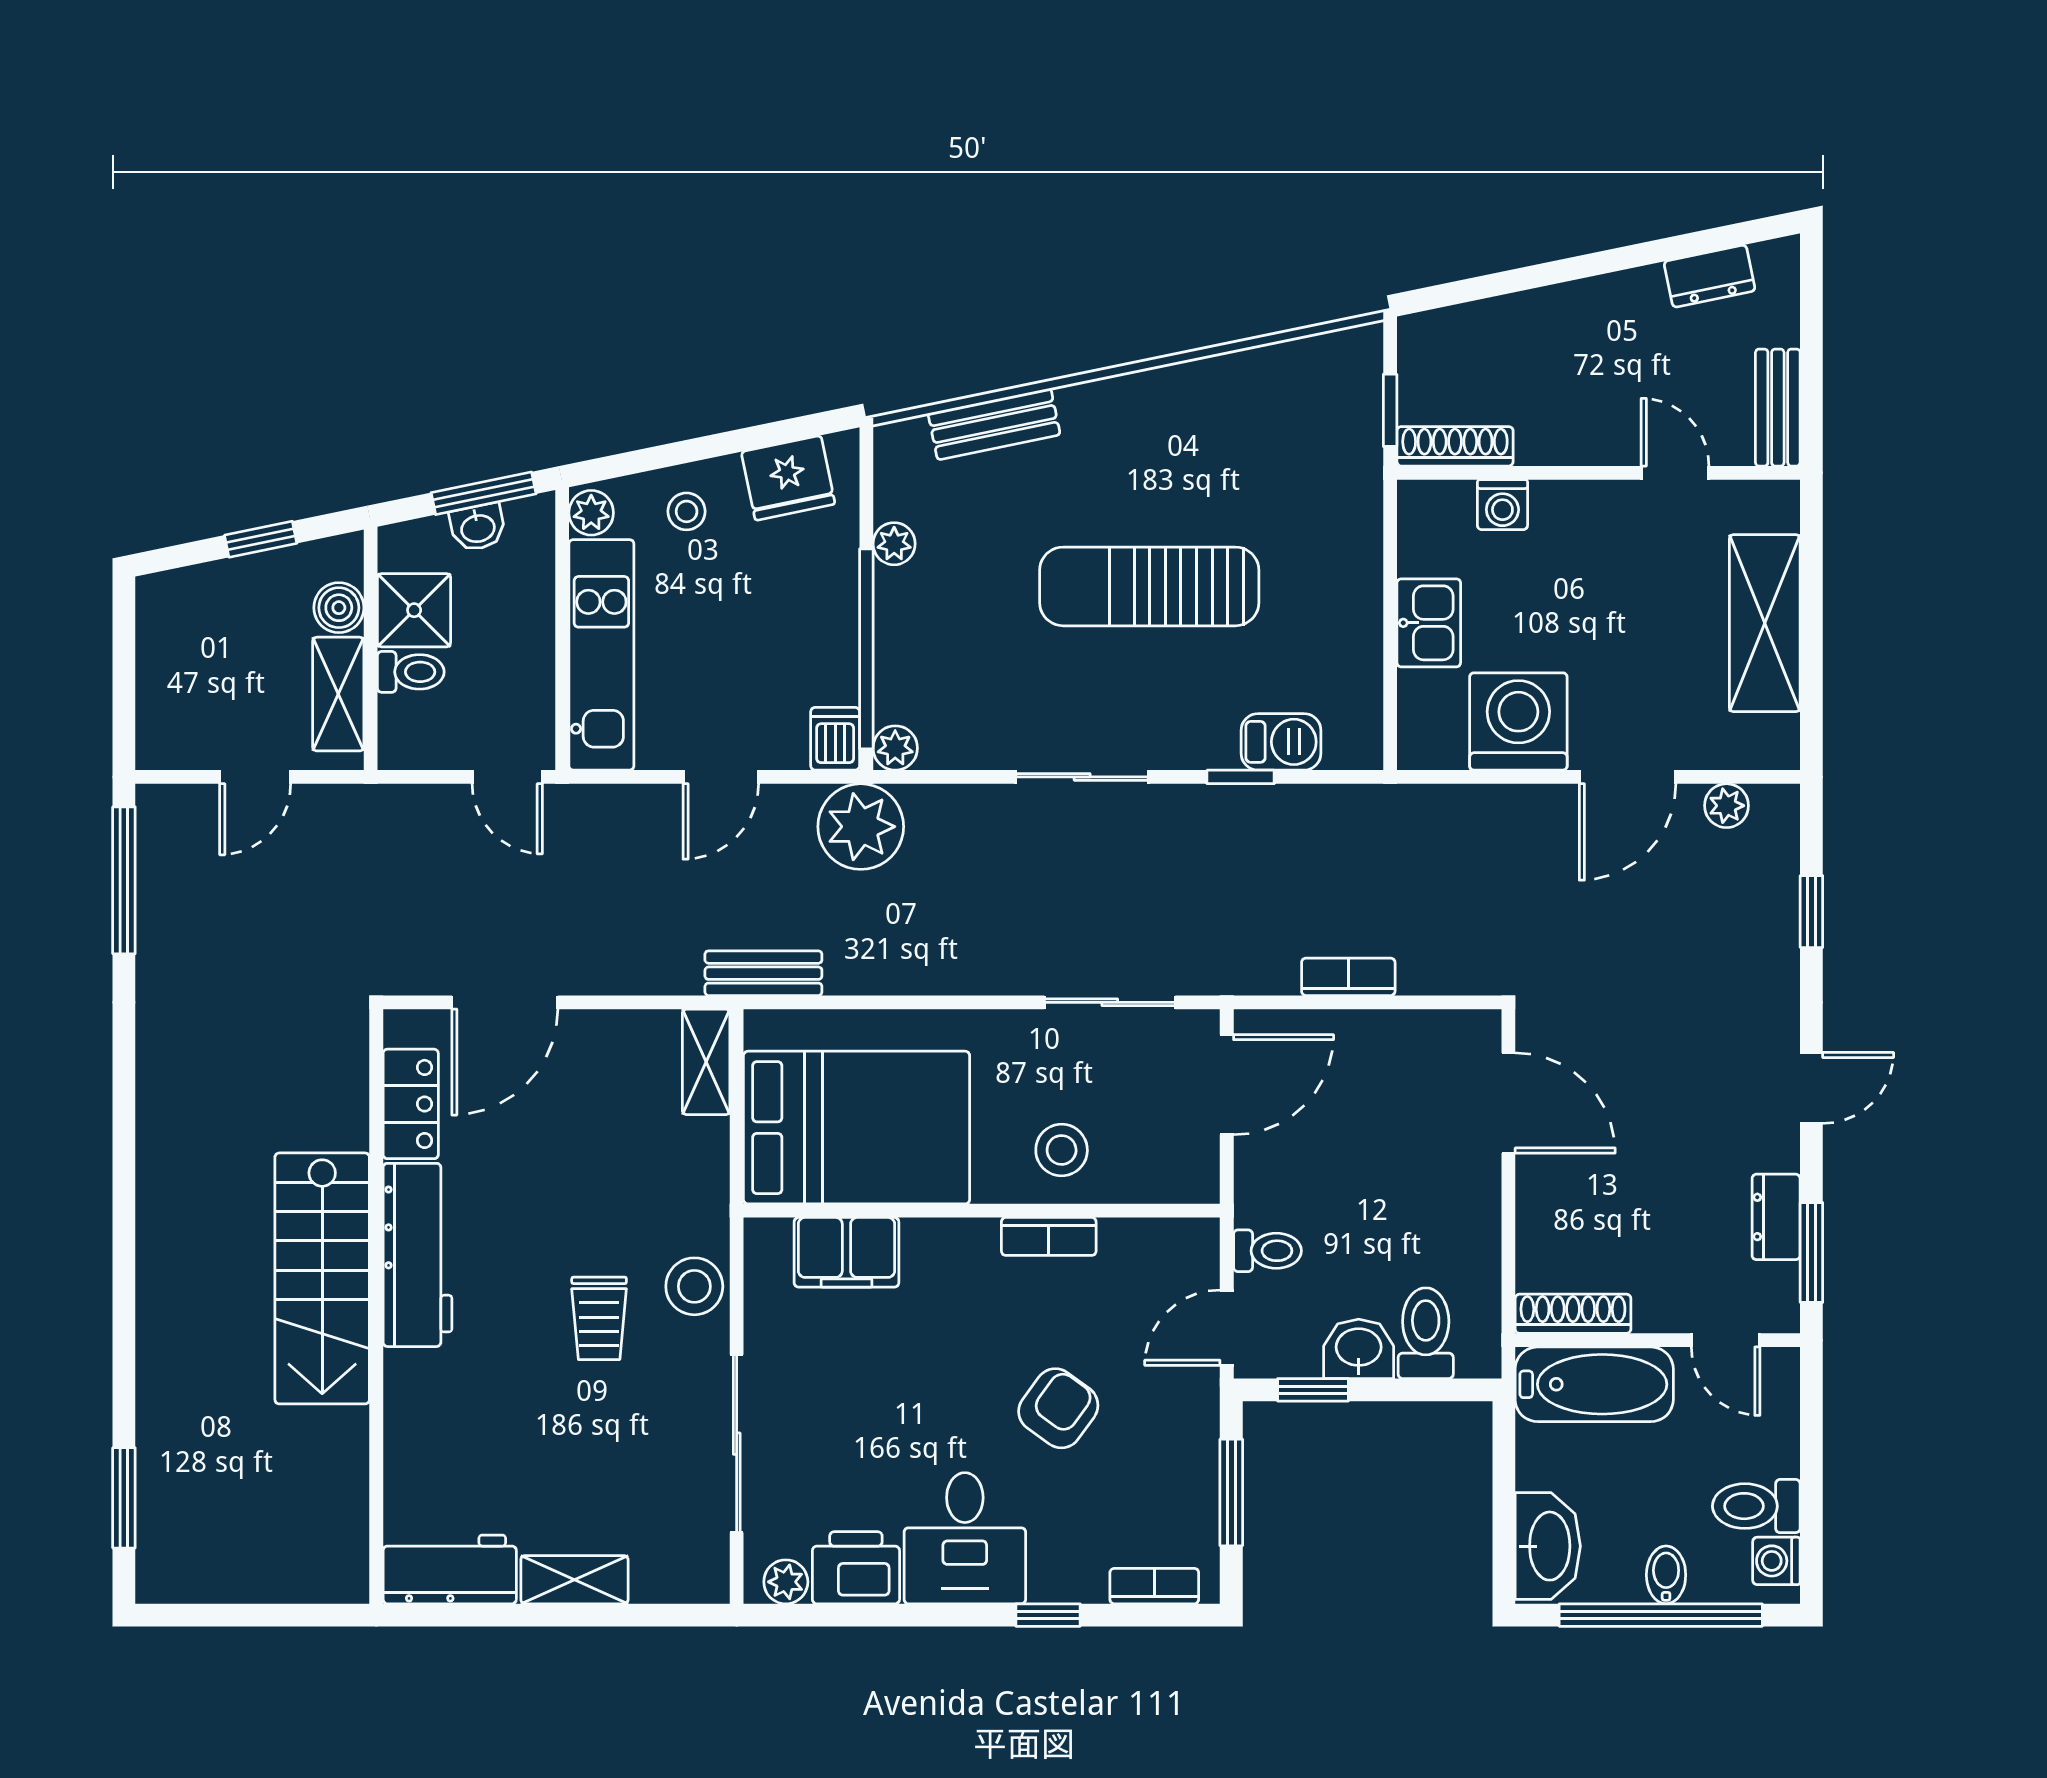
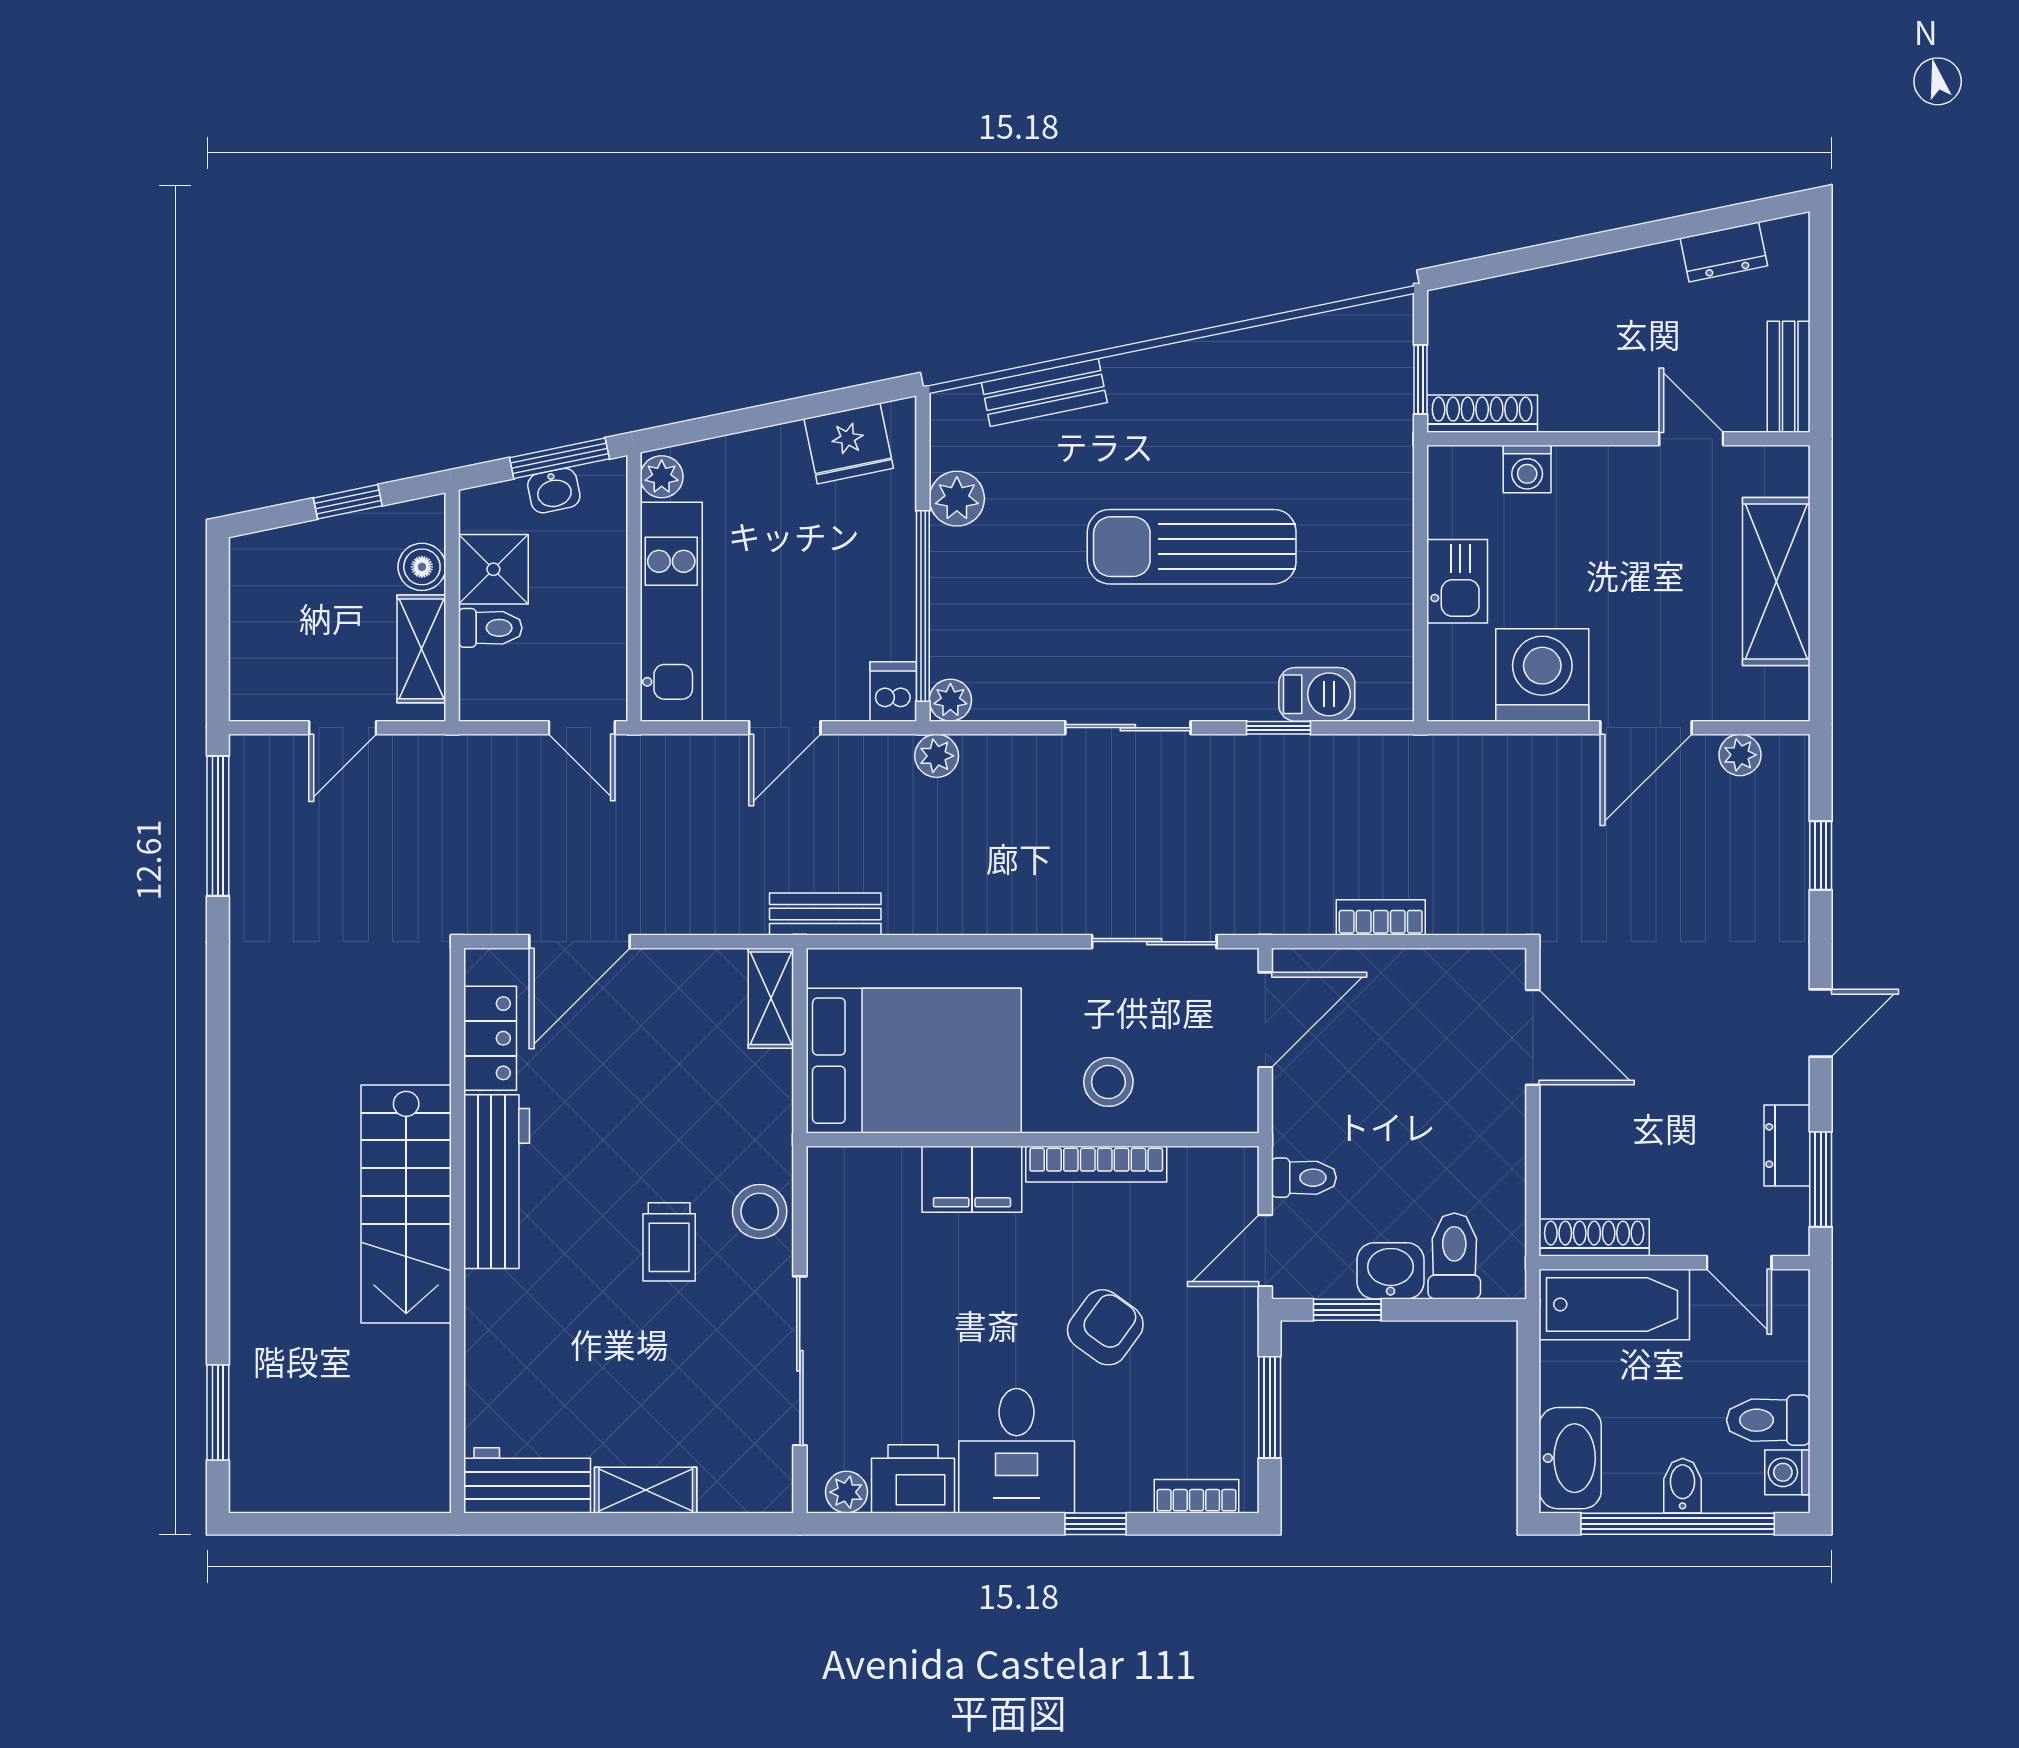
stool: (687, 511) -> (752, 475), removed
plant: (894, 544) -> (957, 499), width x1.38, depth x1.38
plant: (861, 827) -> (937, 756), width x0.53, depth x0.53
bookcase: (1049, 1236) -> (1096, 1164), width x1.56
filing cabinet: (846, 1252) -> (972, 1179), moved

